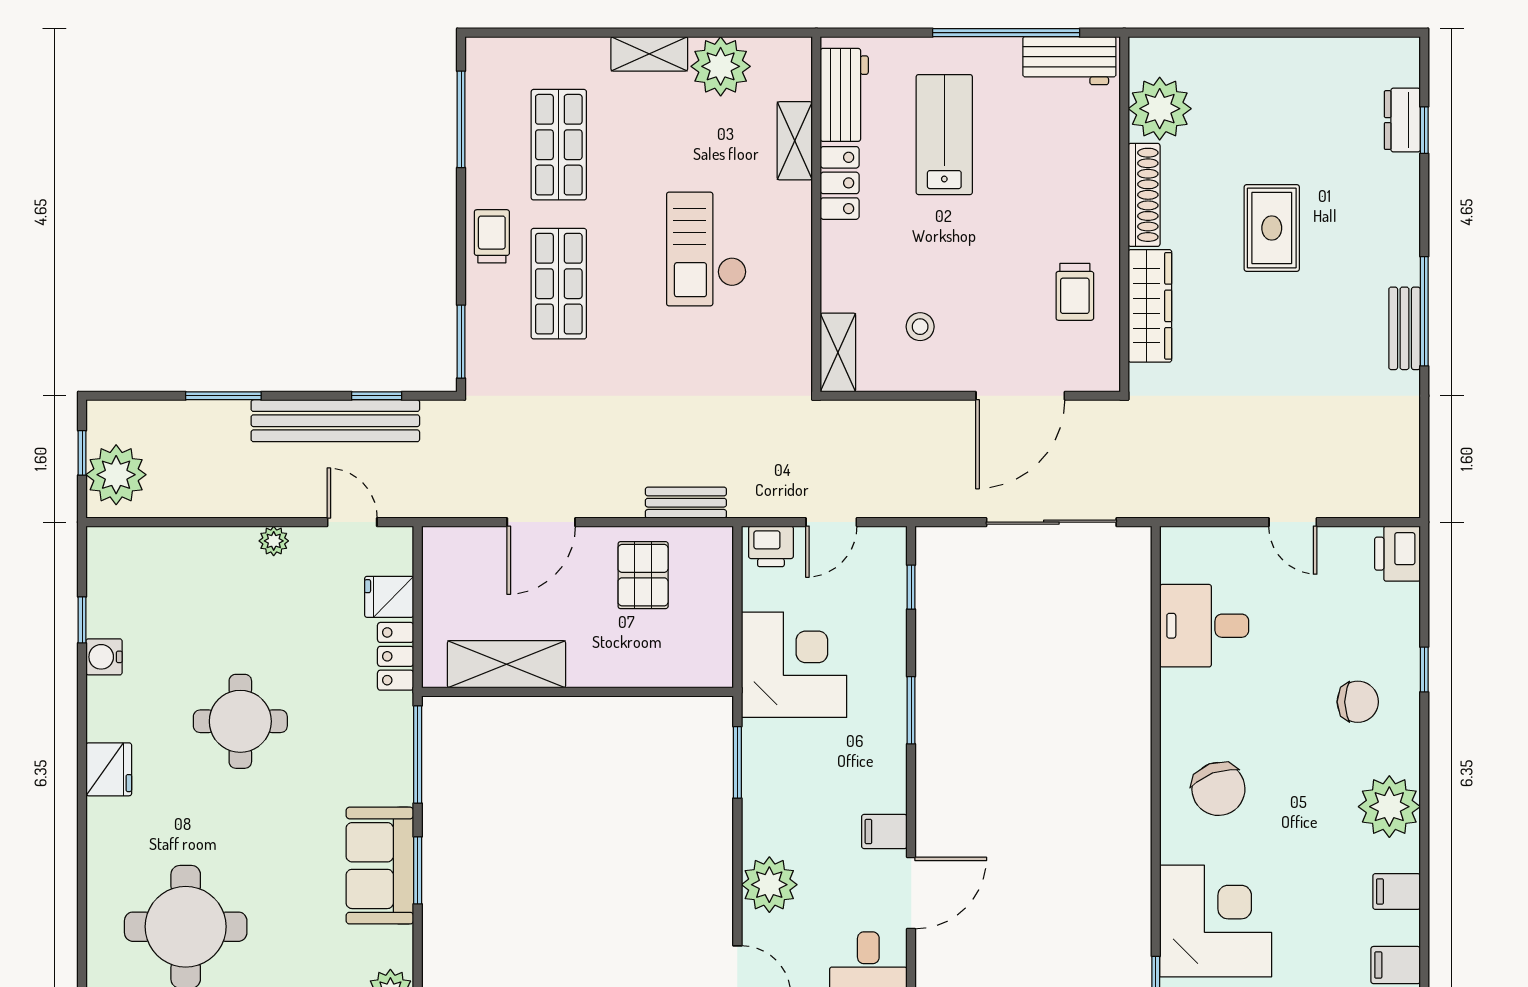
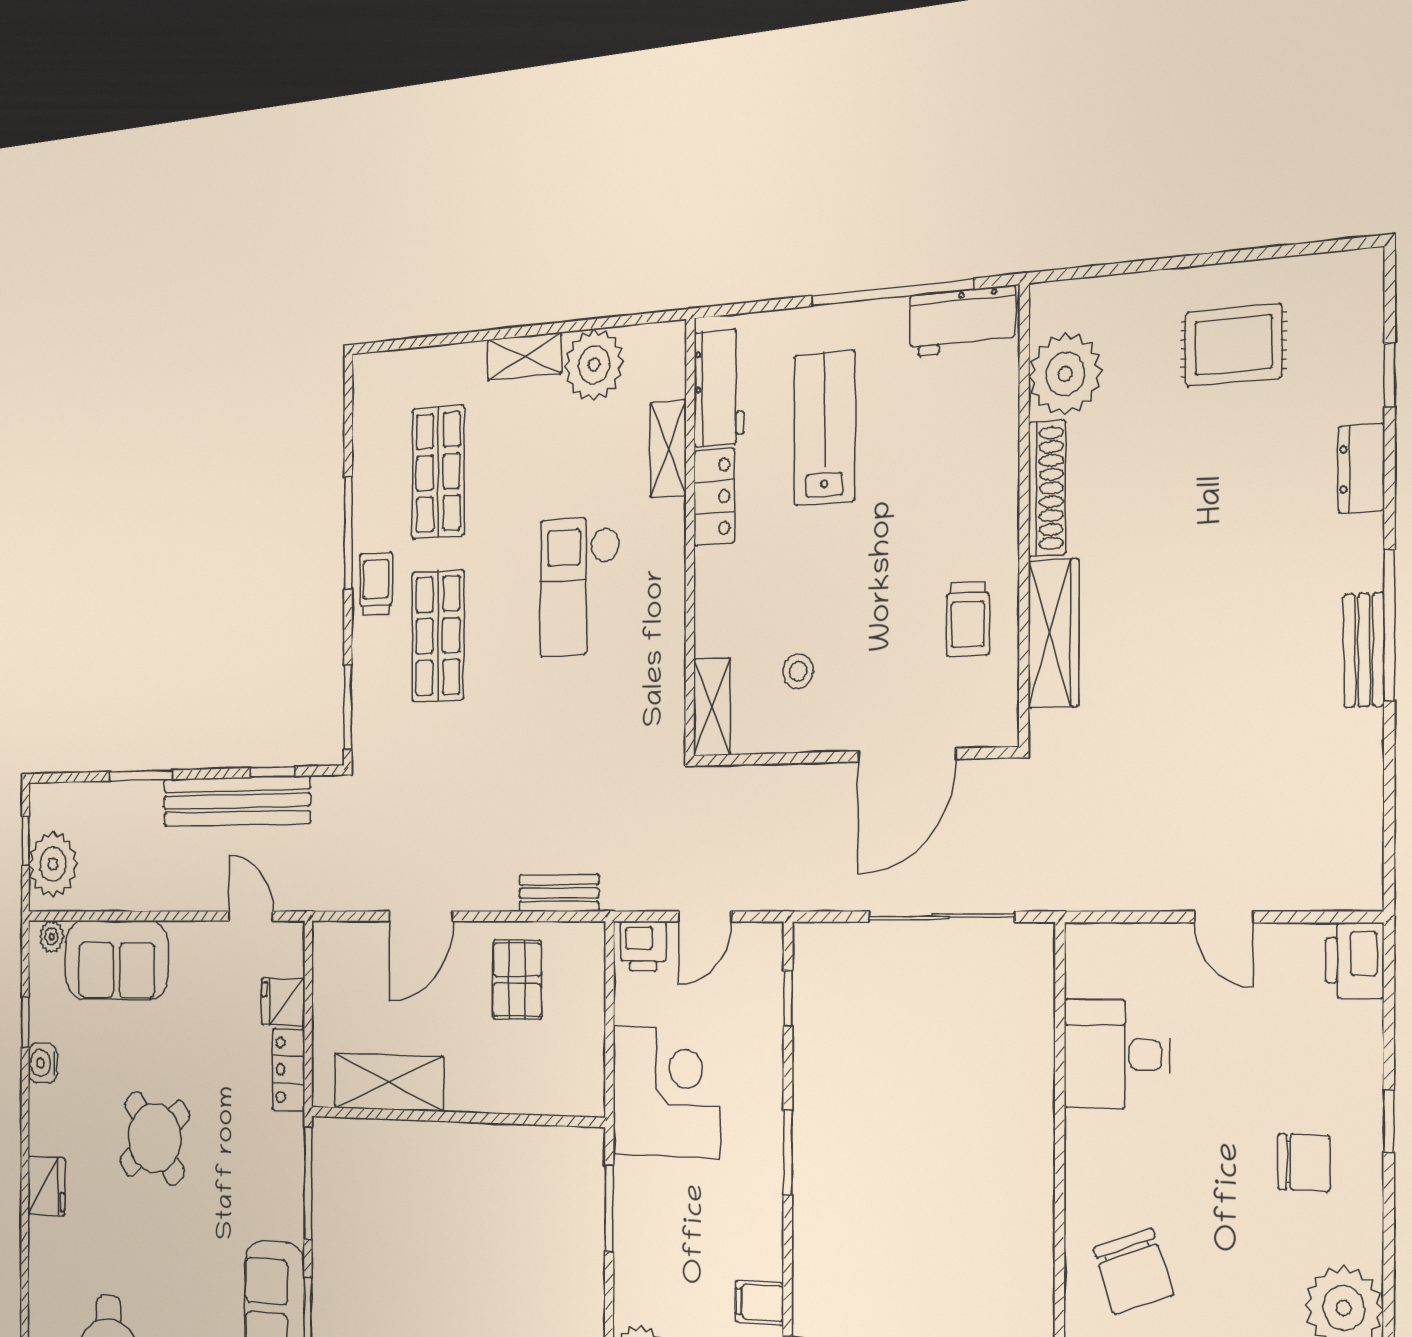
window: (461, 119) -> (348, 533), moved
dresser: (1402, 120) -> (1361, 468), moved
rug: (1272, 228) -> (1234, 345), moved, turned 90
plant: (274, 541) -> (52, 937), moved
sofa: (194, 562) -> (116, 960), added
round table: (240, 721) -> (155, 1138), turned -38

